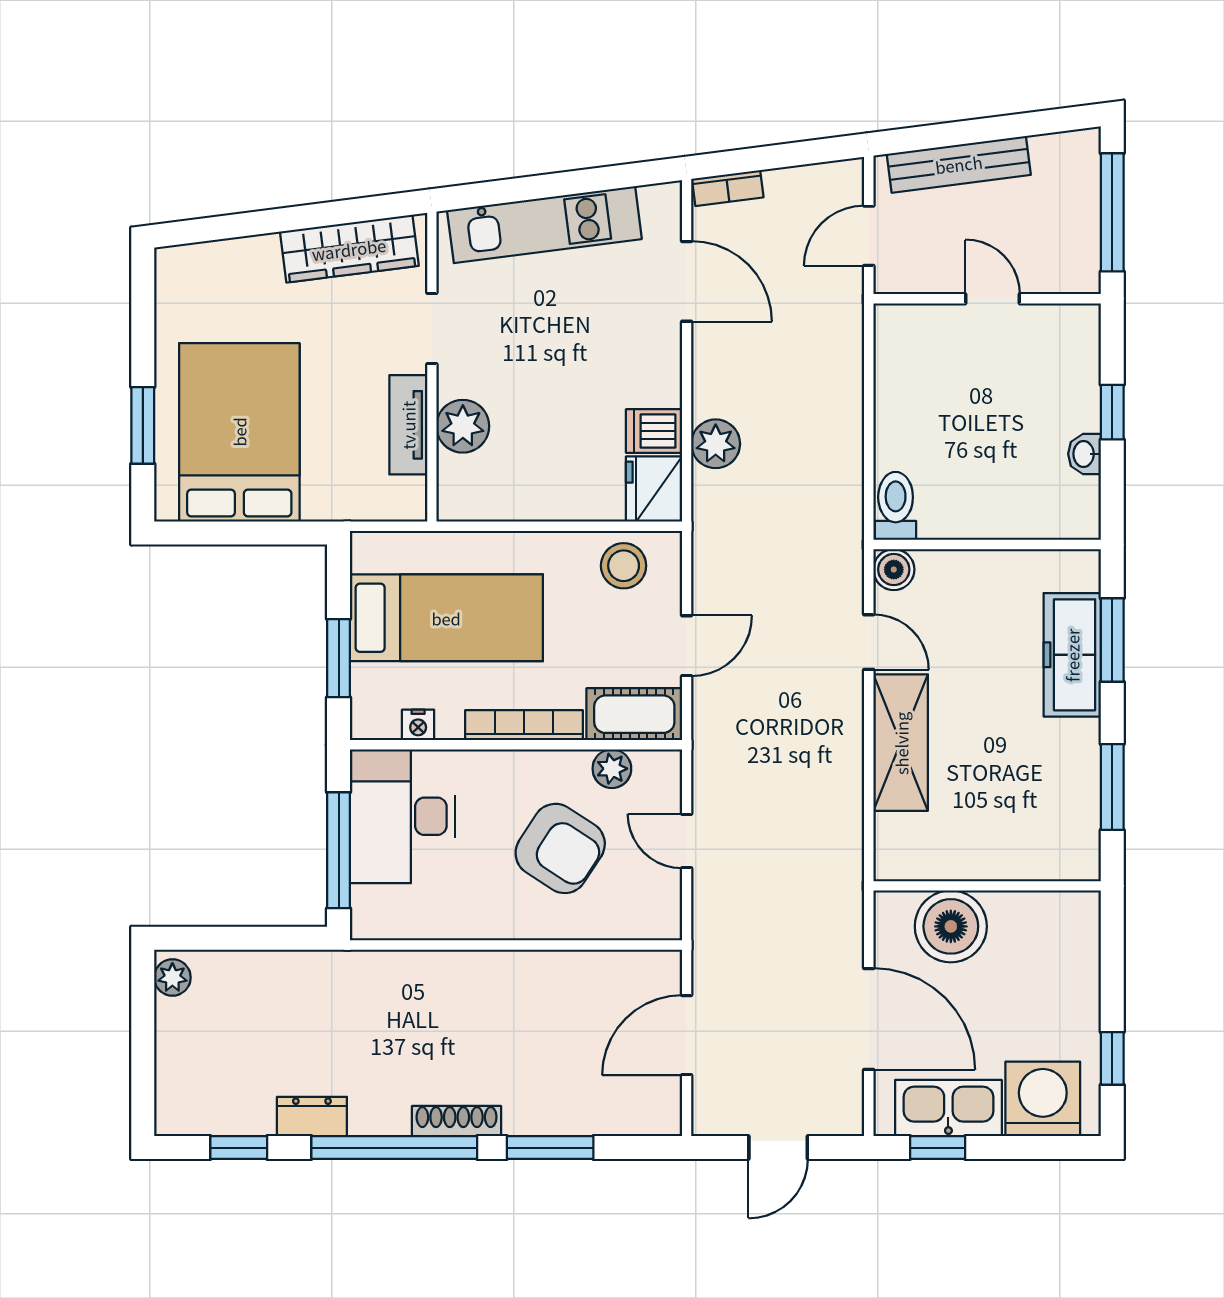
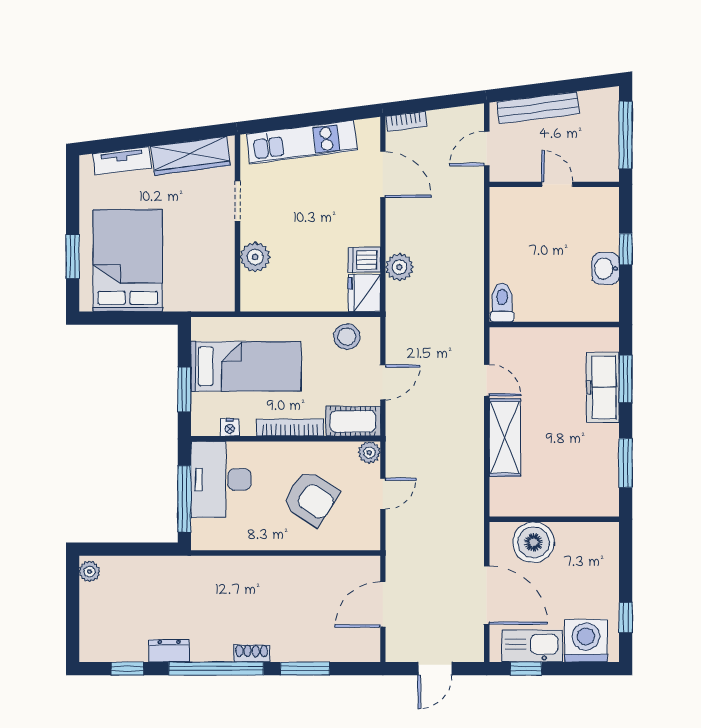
tv unit: (408, 425) -> (122, 161), moved, turned -97
washbasin: (1085, 454) -> (606, 269), width x1.38, depth x1.45
boiler: (894, 570) -> (501, 339), removed
plant: (612, 769) -> (369, 452), moved
door: (687, 841) -> (383, 494), swing flipped
shoe rack: (457, 1121) -> (252, 653), width x0.70

